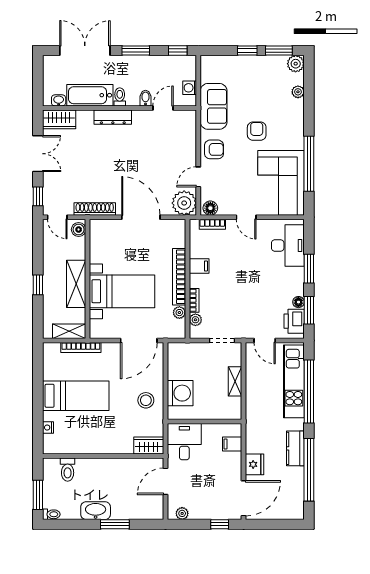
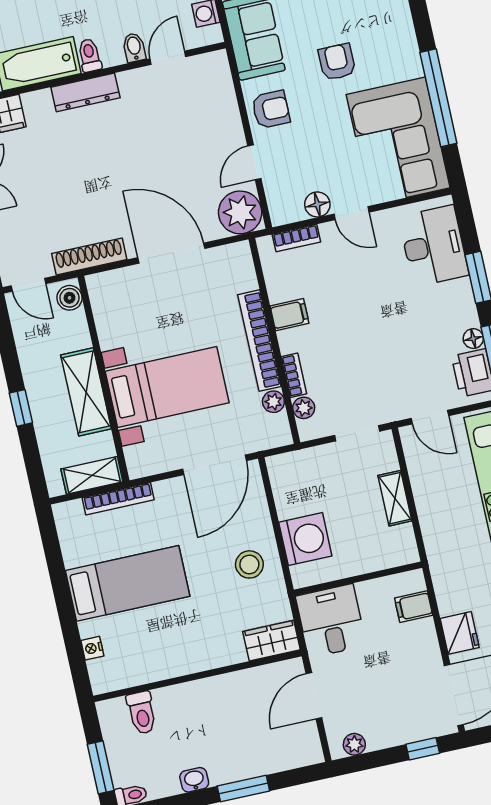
floor lamp: (210, 208) -> (317, 204), moved
washbasin: (96, 511) -> (194, 780), width x0.52, depth x0.69

